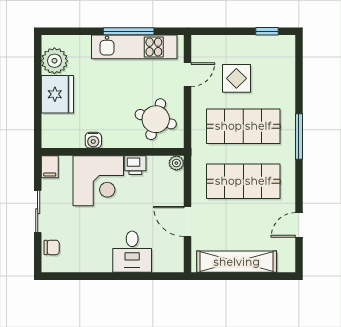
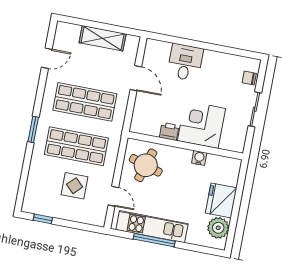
door: (188, 75) -> (113, 196), swing flipped
window: (299, 136) -> (33, 129), width x0.69
plant: (176, 163) -> (136, 127), removed
filing cabinet: (50, 167) -> (238, 143), removed
shelving: (237, 262) -> (103, 38), width x0.68

